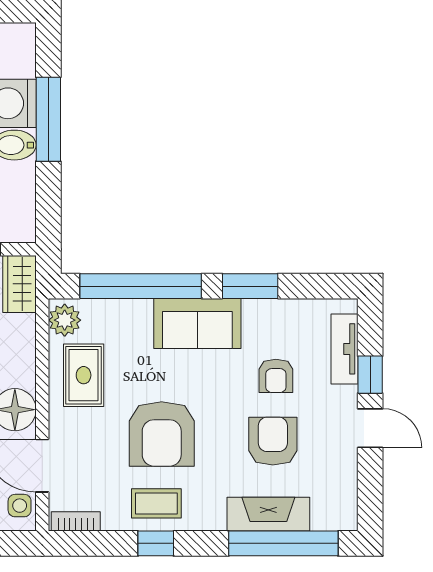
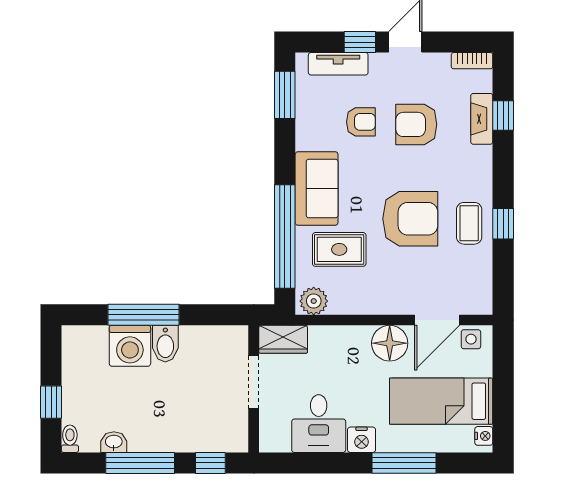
window: (250, 286) -> (285, 95), moved
rug: (84, 375) -> (339, 249), moved
fireplace: (268, 514) -> (482, 119), width x0.73, depth x0.76
bookcase: (76, 521) -> (472, 61), moved, turned -90
window: (283, 543) -> (503, 116), width x0.32

